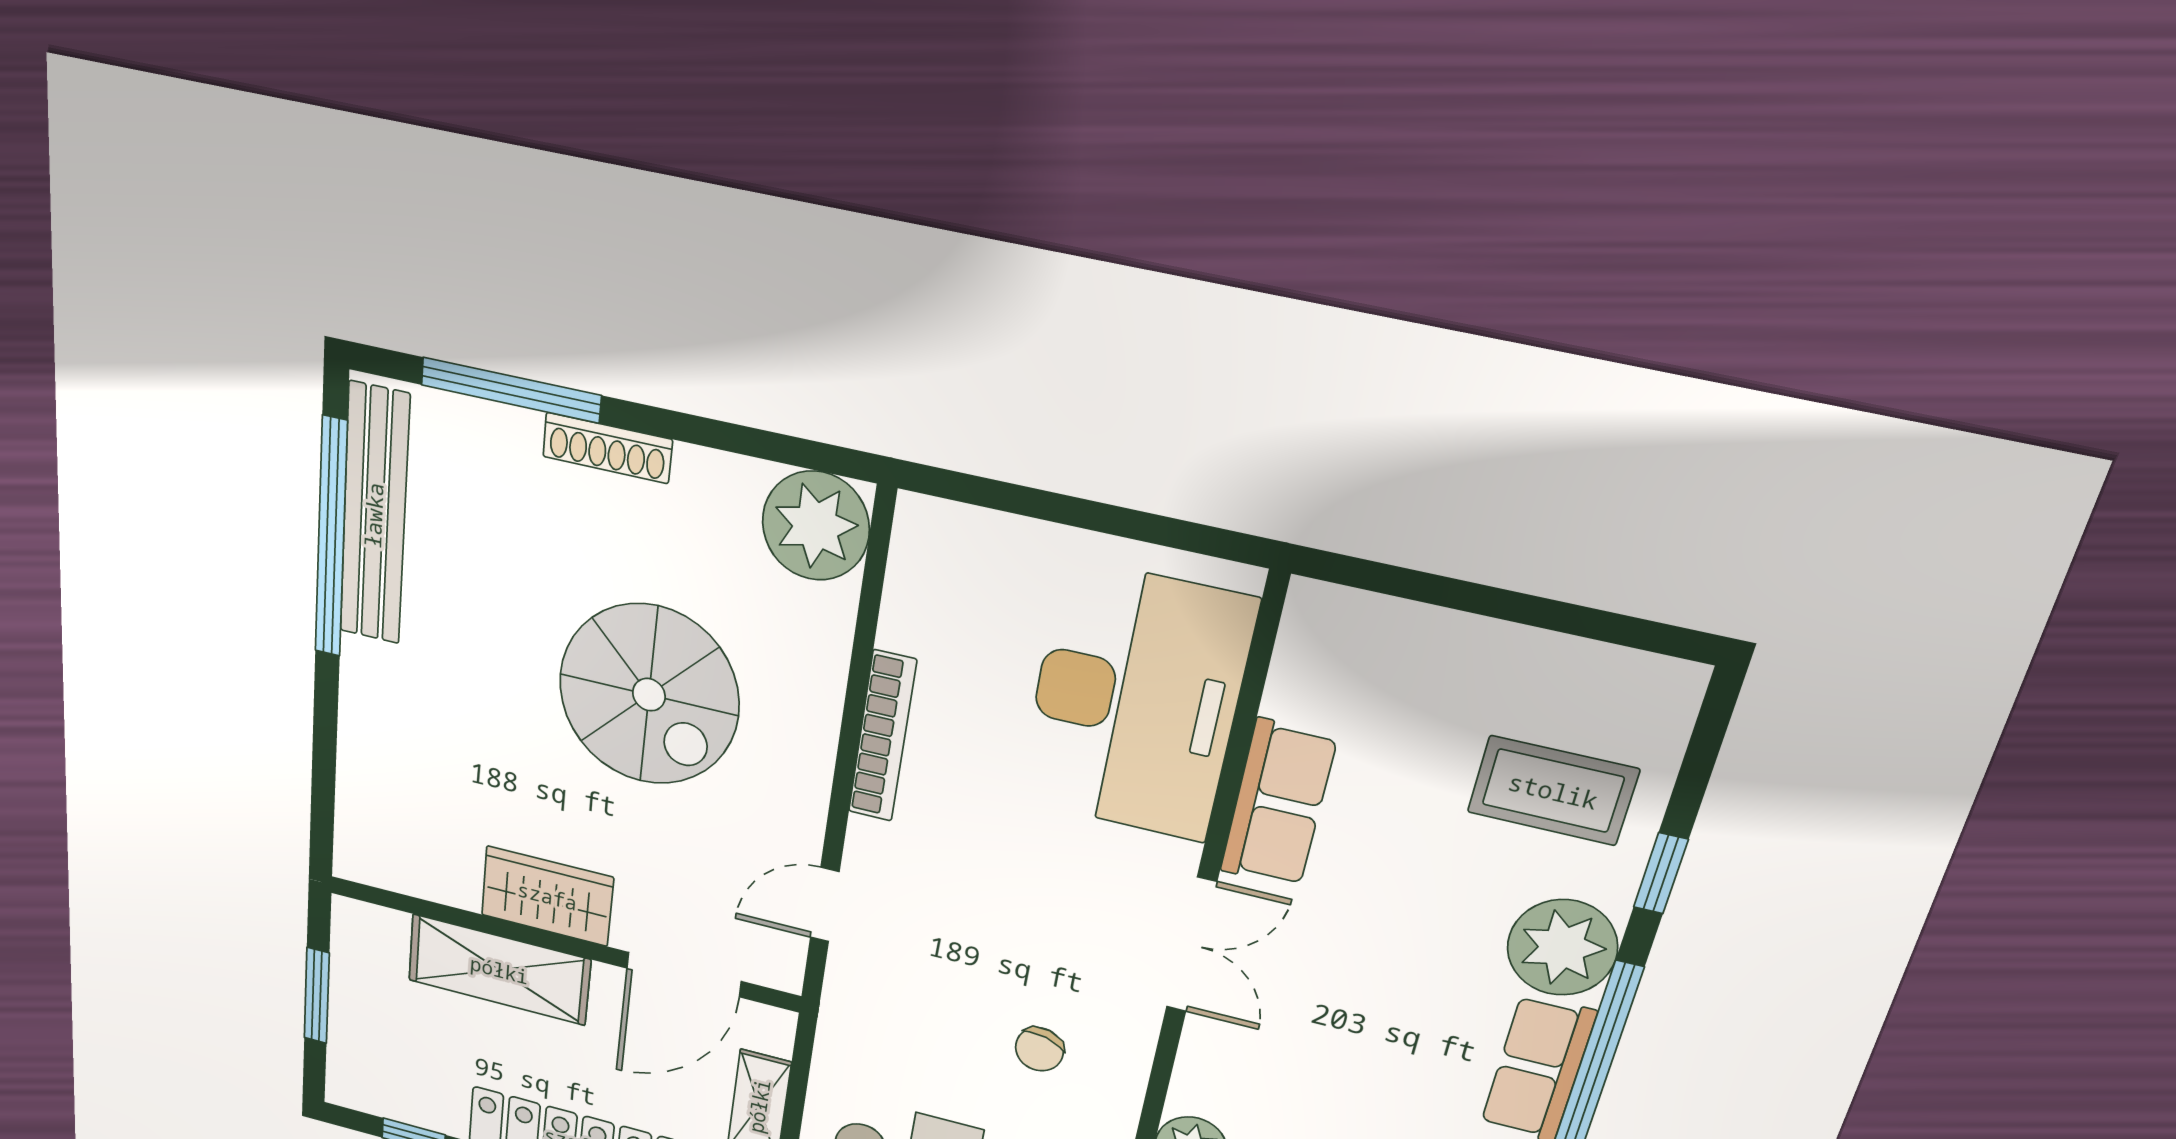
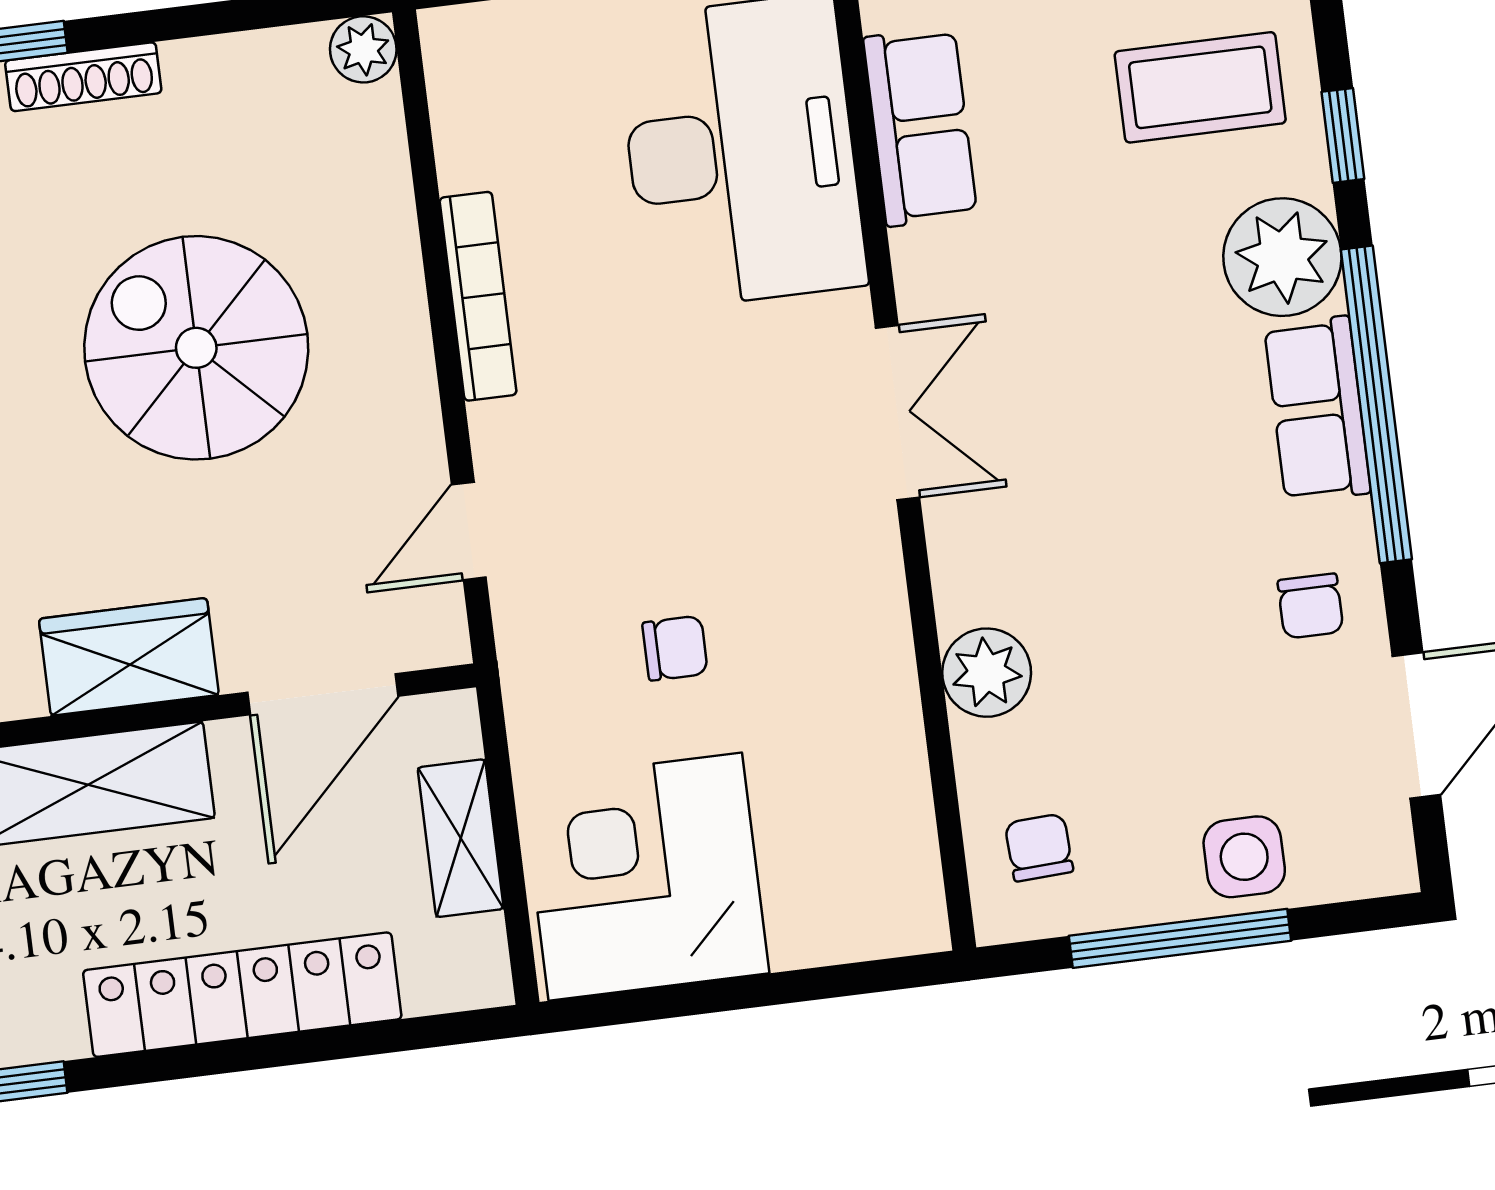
plant: (816, 526) -> (363, 49), width x0.53, depth x0.53
spiral stairs: (649, 695) -> (196, 348), turned 180
row of seats: (1278, 804) -> (920, 127), moved
chair: (1039, 1049) -> (675, 648), moved, turned -105

